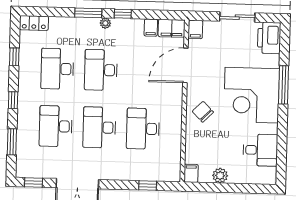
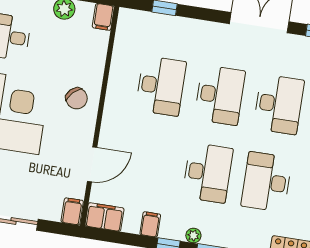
filing cabinet: (151, 28) -> (150, 224), moved
door: (185, 65) -> (92, 164), width x0.73
desk: (57, 69) -> (267, 182), turned 180

